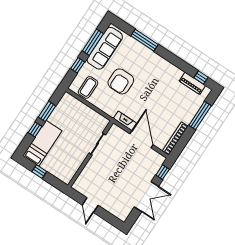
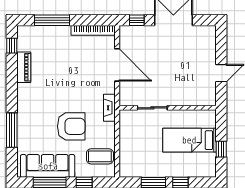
piano: (192, 83) -> (24, 67), moved
fireplace: (125, 121) -> (109, 108), moved
door: (142, 139) -> (117, 65), swing flipped
bed: (42, 143) -> (189, 140), moved

